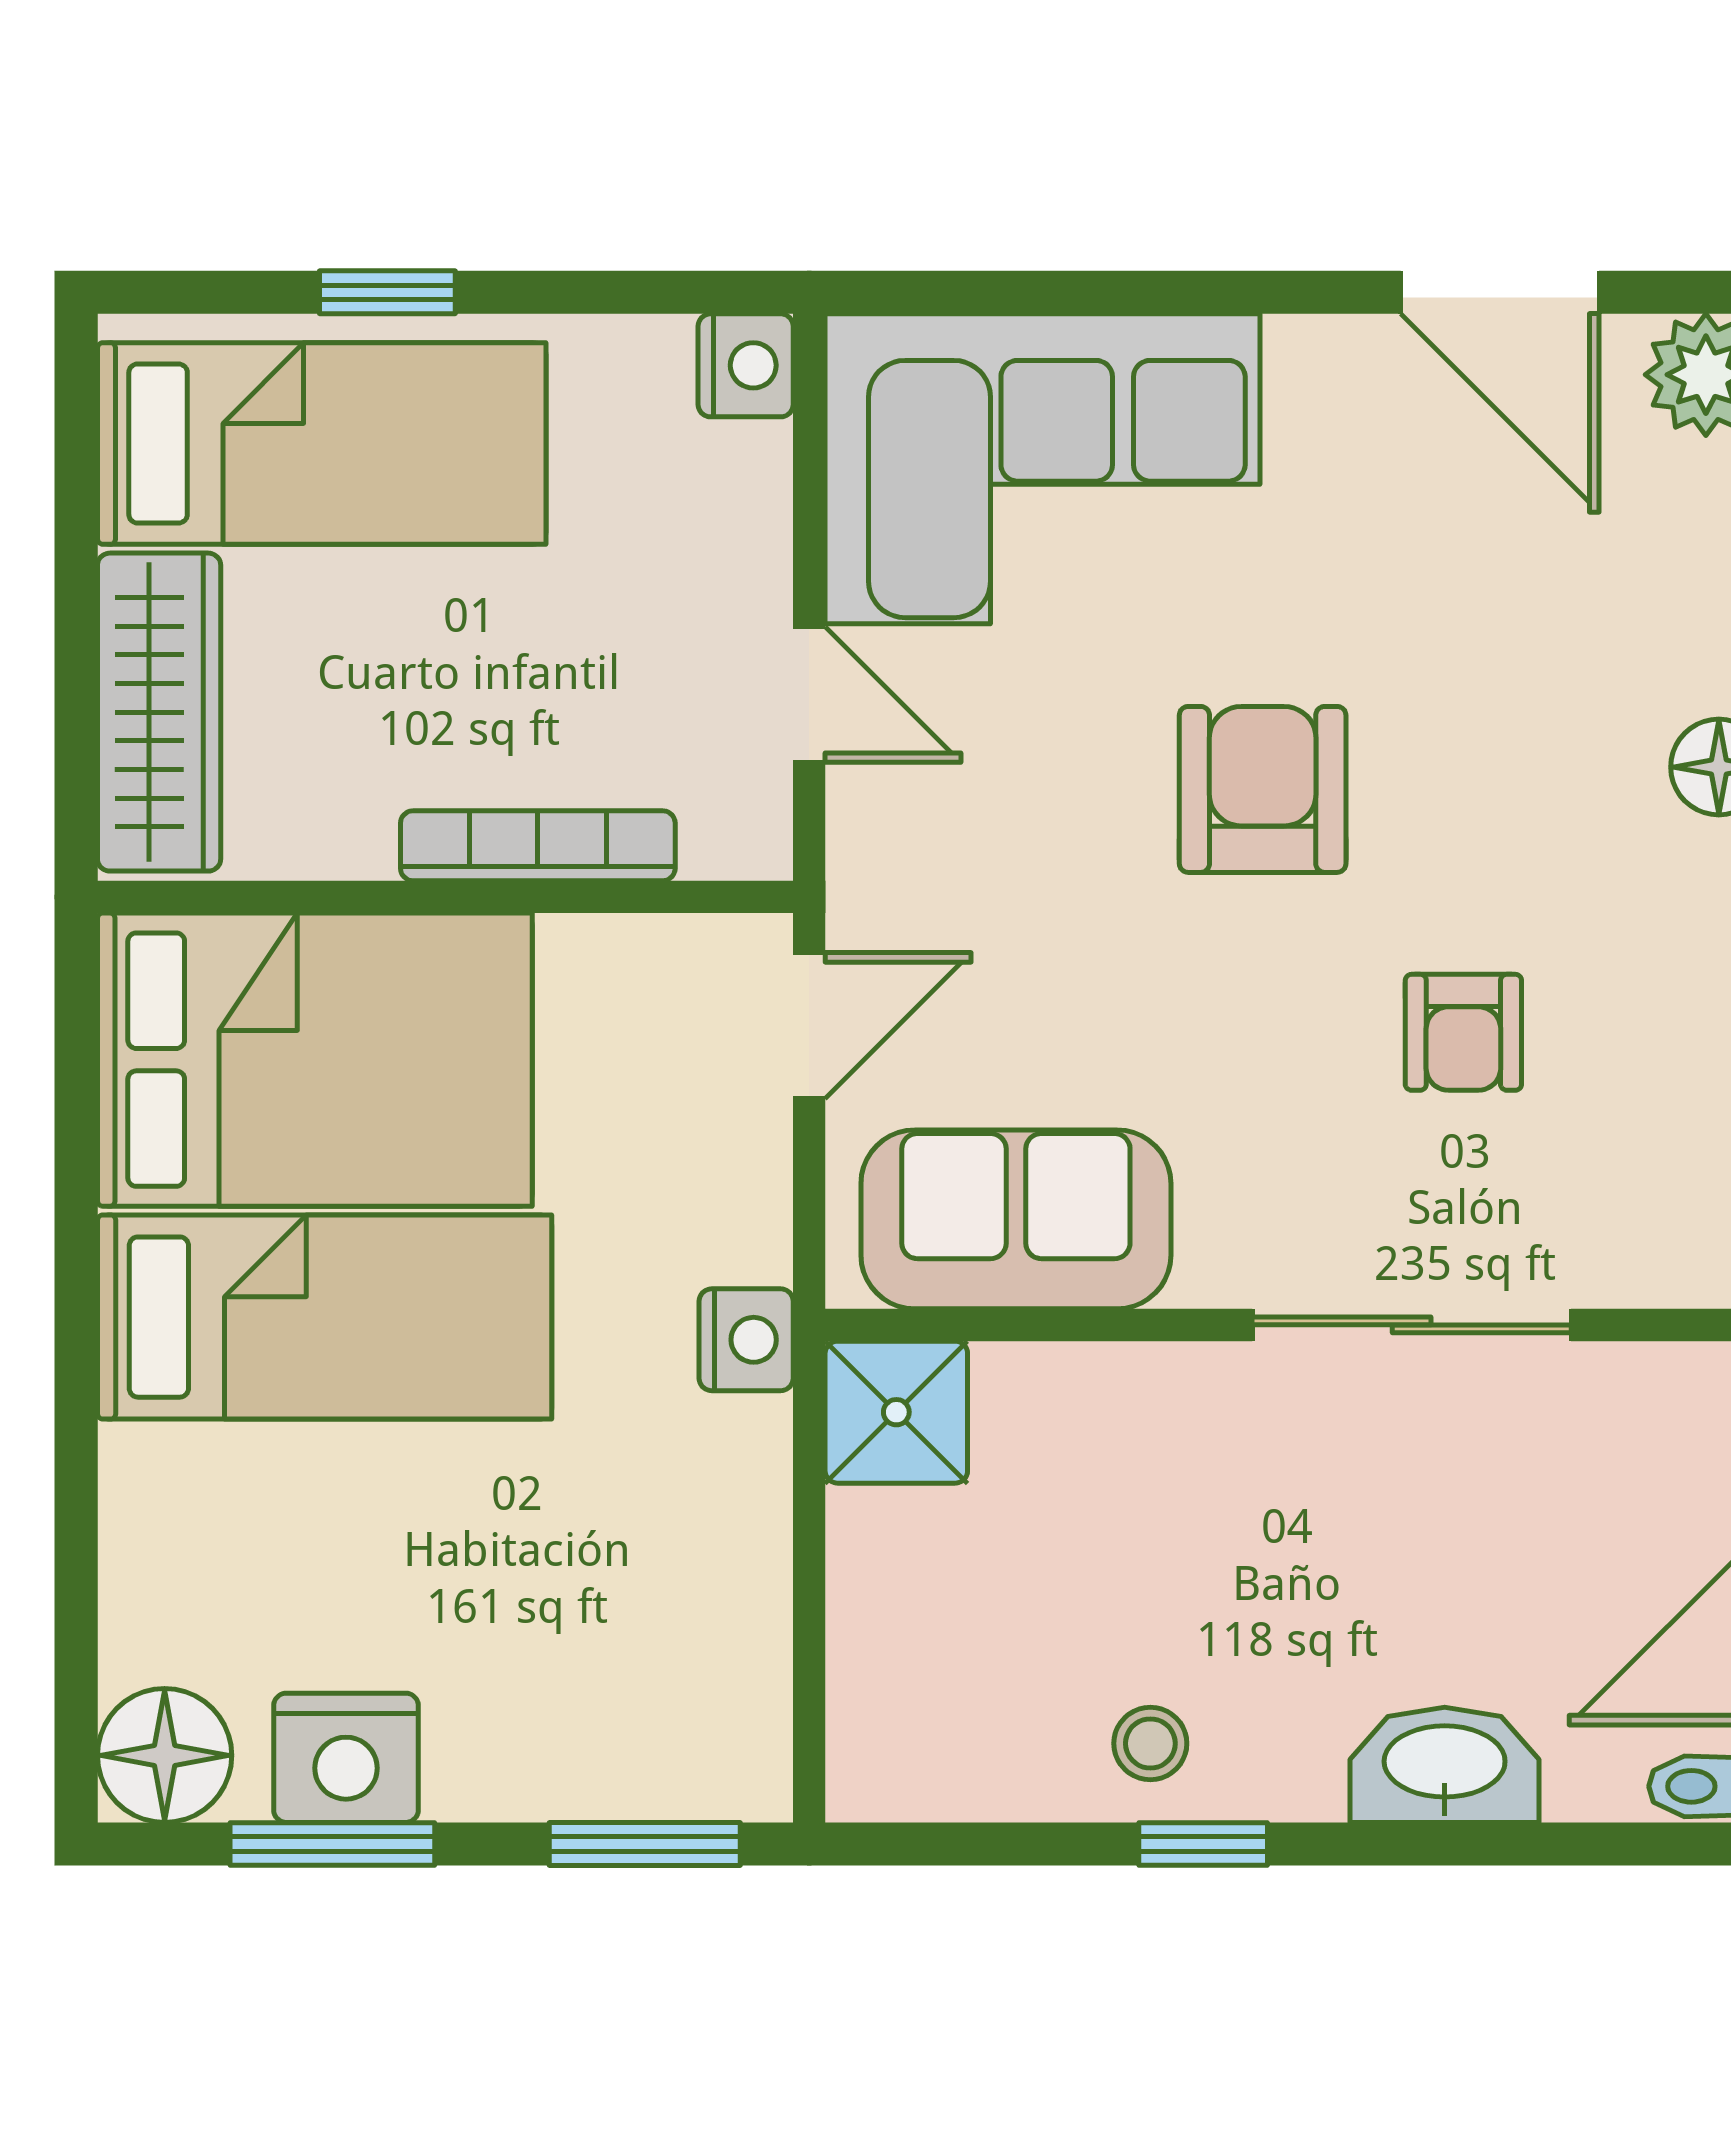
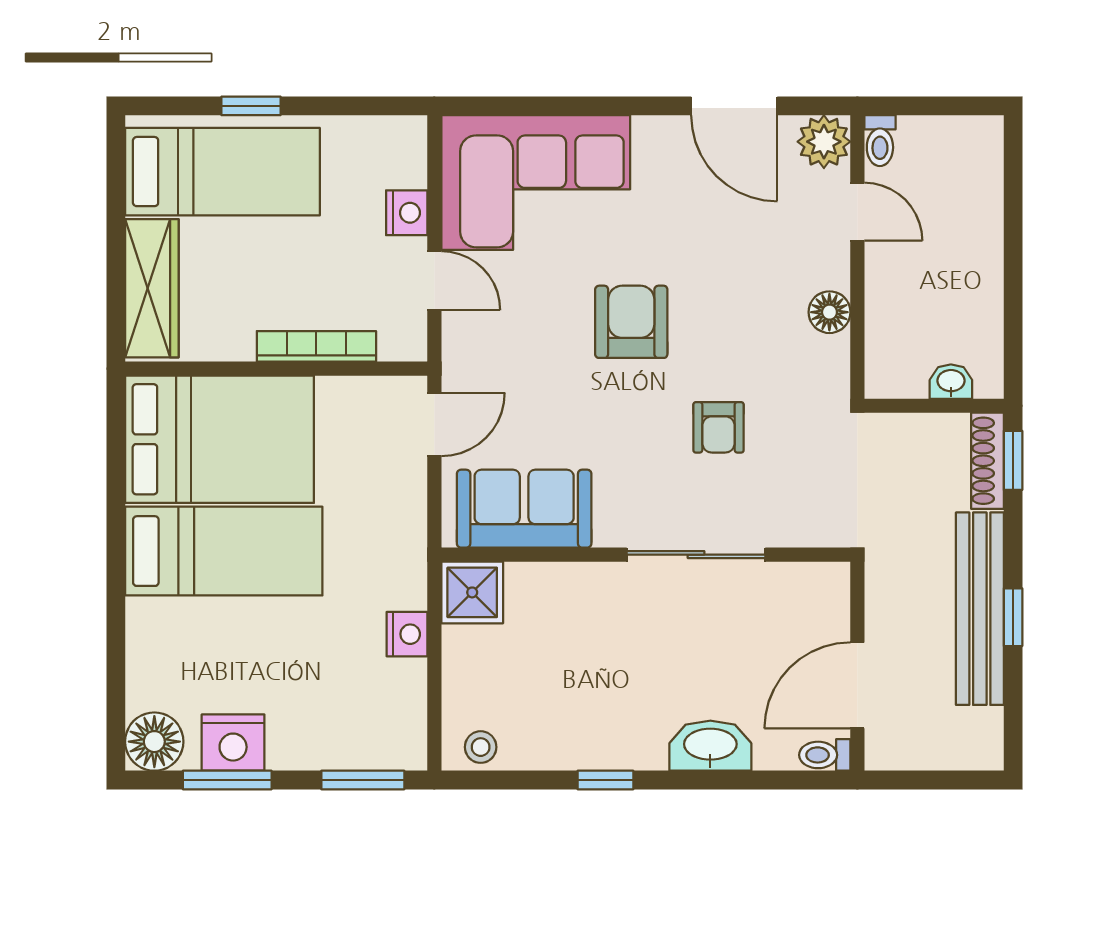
nightstand: (746, 365) -> (407, 213), moved
nightstand: (746, 1340) -> (407, 634), moved
stool: (1150, 1743) -> (481, 747), moved

